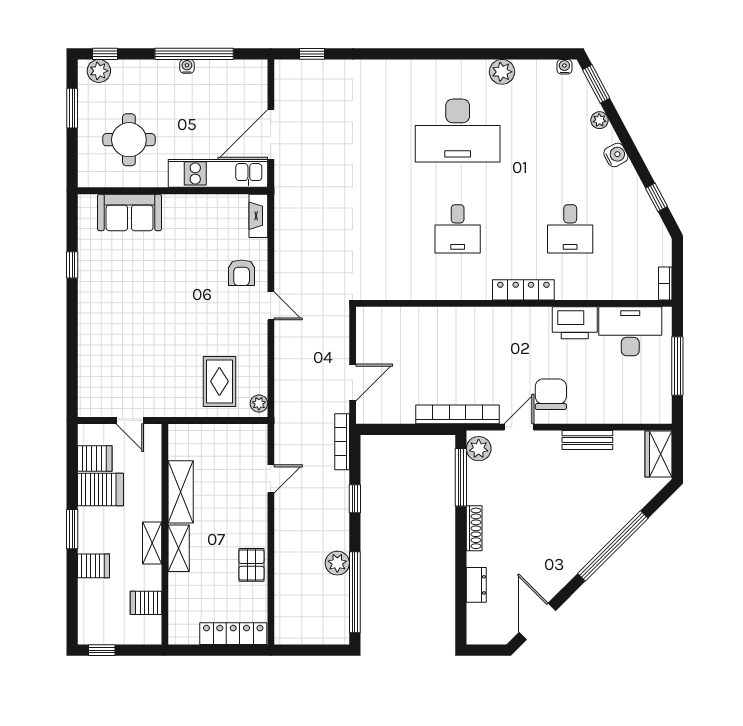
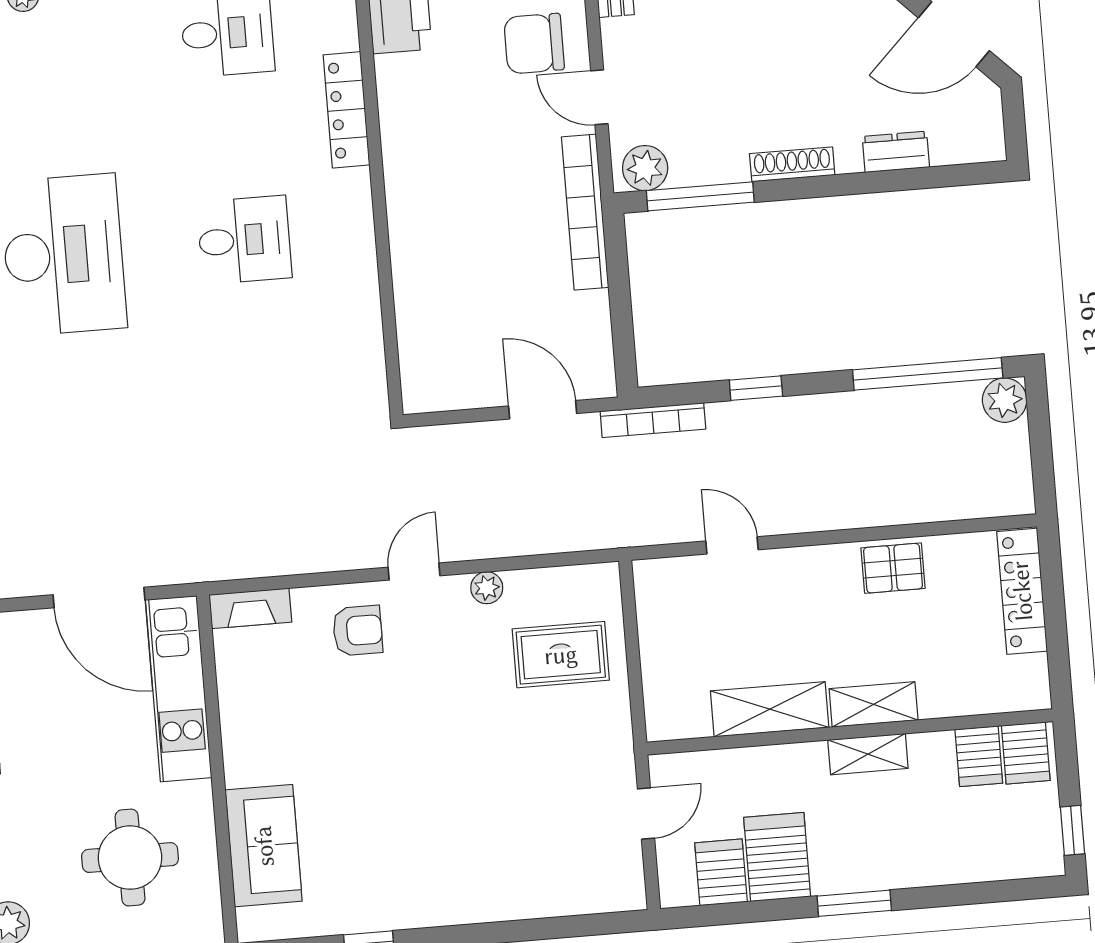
plant: (259, 404) -> (487, 588), moved
plant: (337, 563) -> (1005, 400), moved
server rack: (94, 566) -> (1026, 753), moved, turned 180

